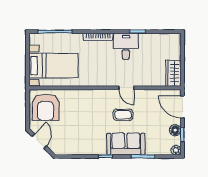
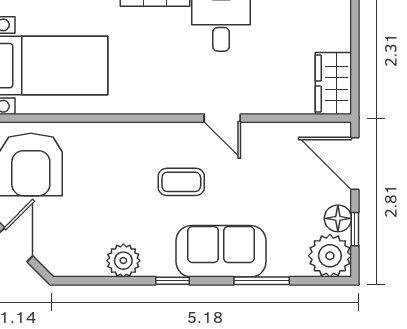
coffee table: (123, 115) -> (181, 182), moved
plant: (85, 148) -> (123, 261), added
plant: (176, 150) -> (330, 256), width x1.88, depth x1.88

